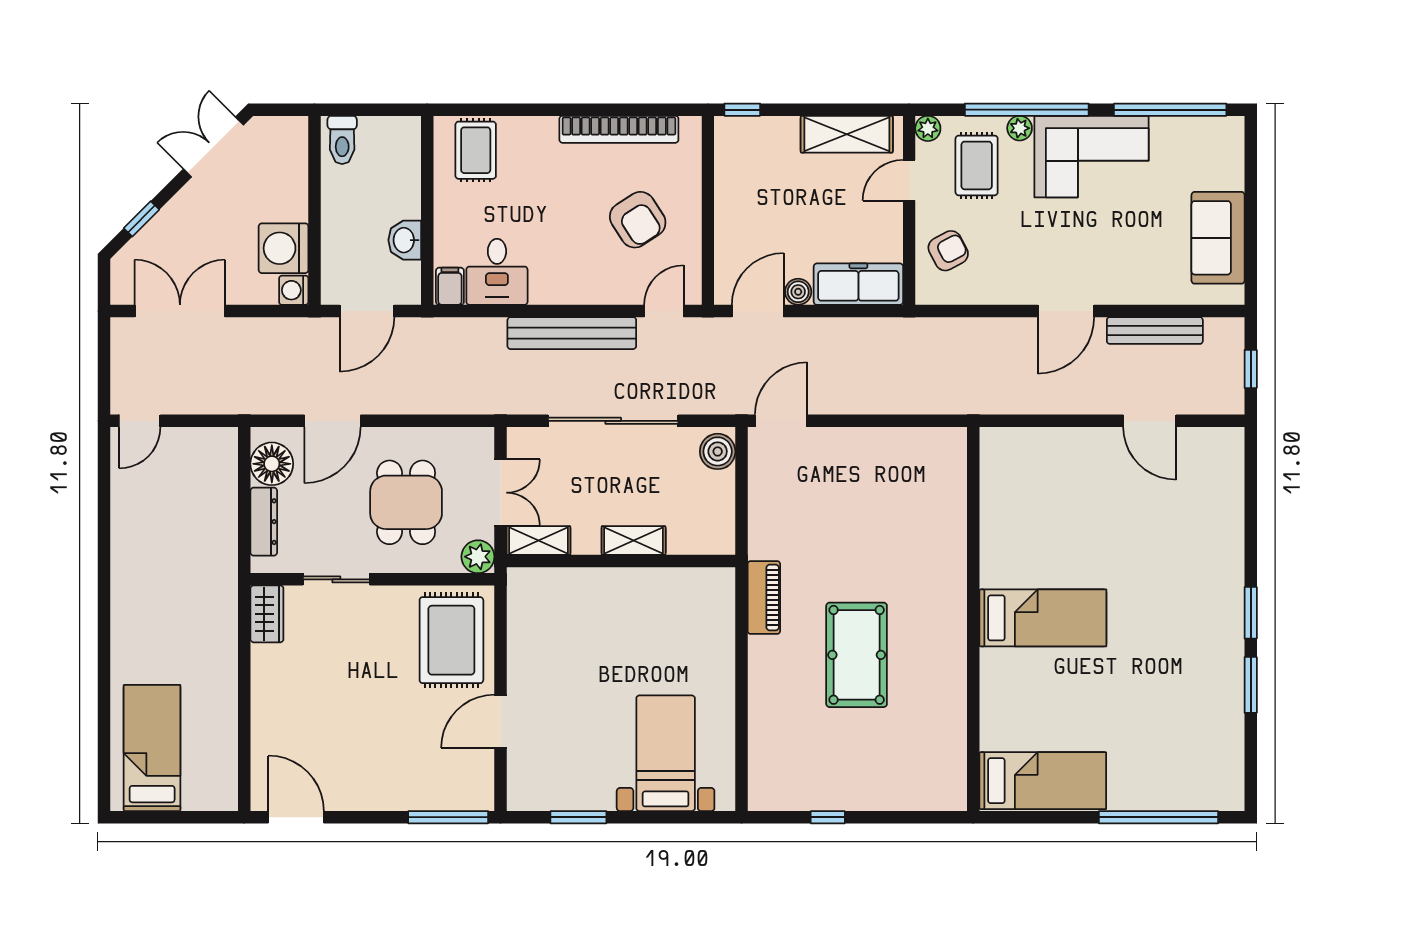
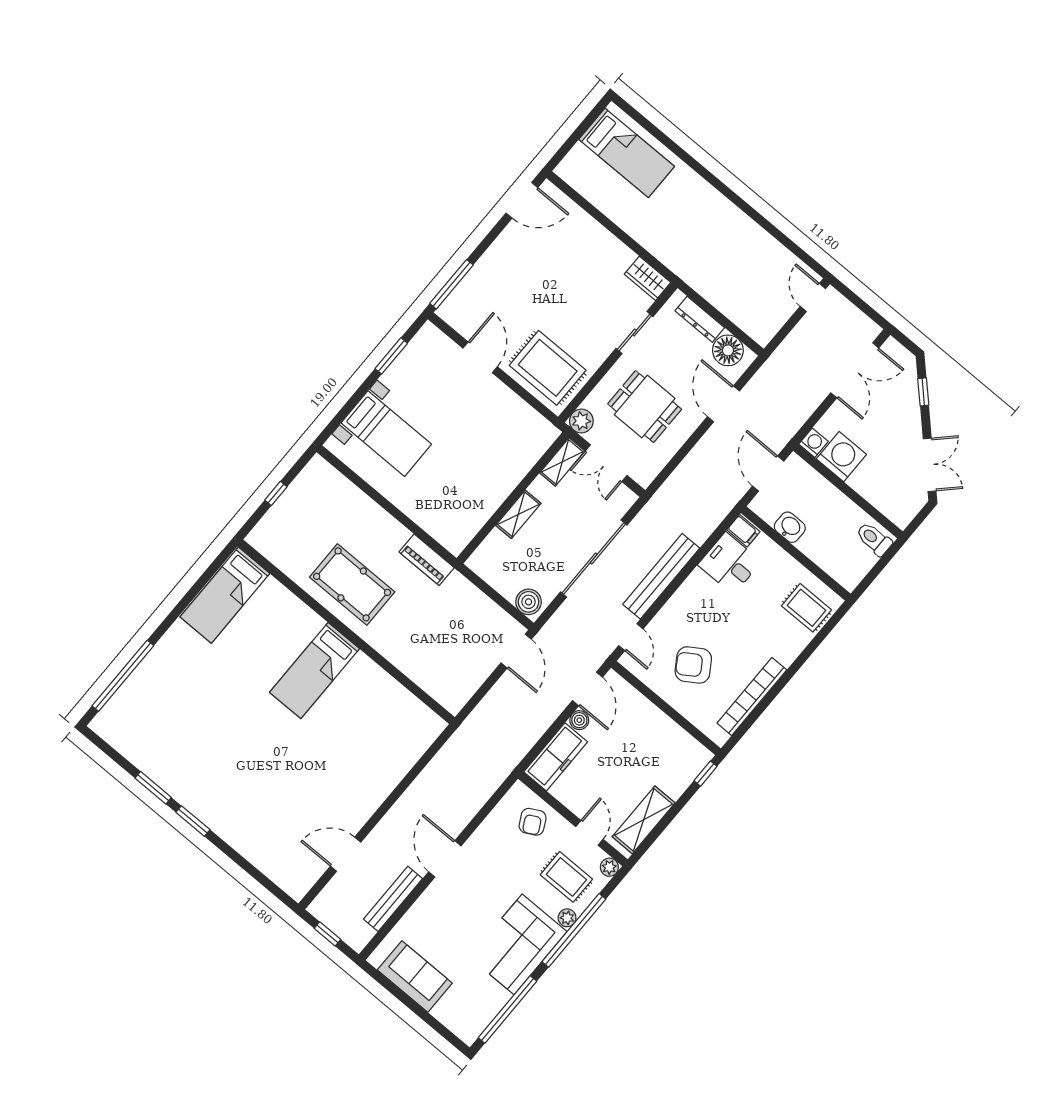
bed: (1043, 618) -> (315, 670), moved
wall: (973, 619) -> (346, 632), moved
bed: (1043, 781) -> (225, 595), moved

